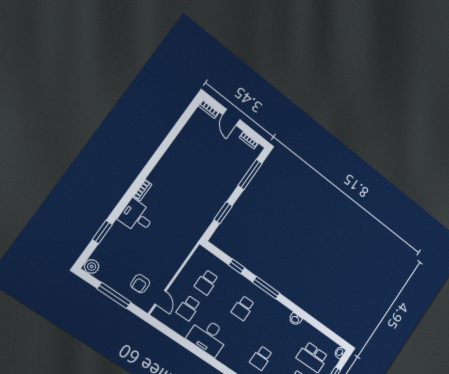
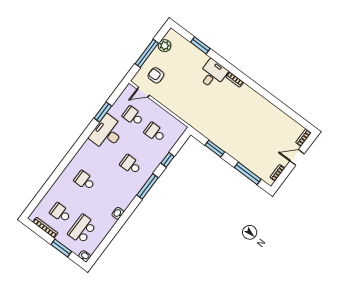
plant: (92, 266) -> (164, 46), moved
window: (185, 343) -> (103, 112), added

